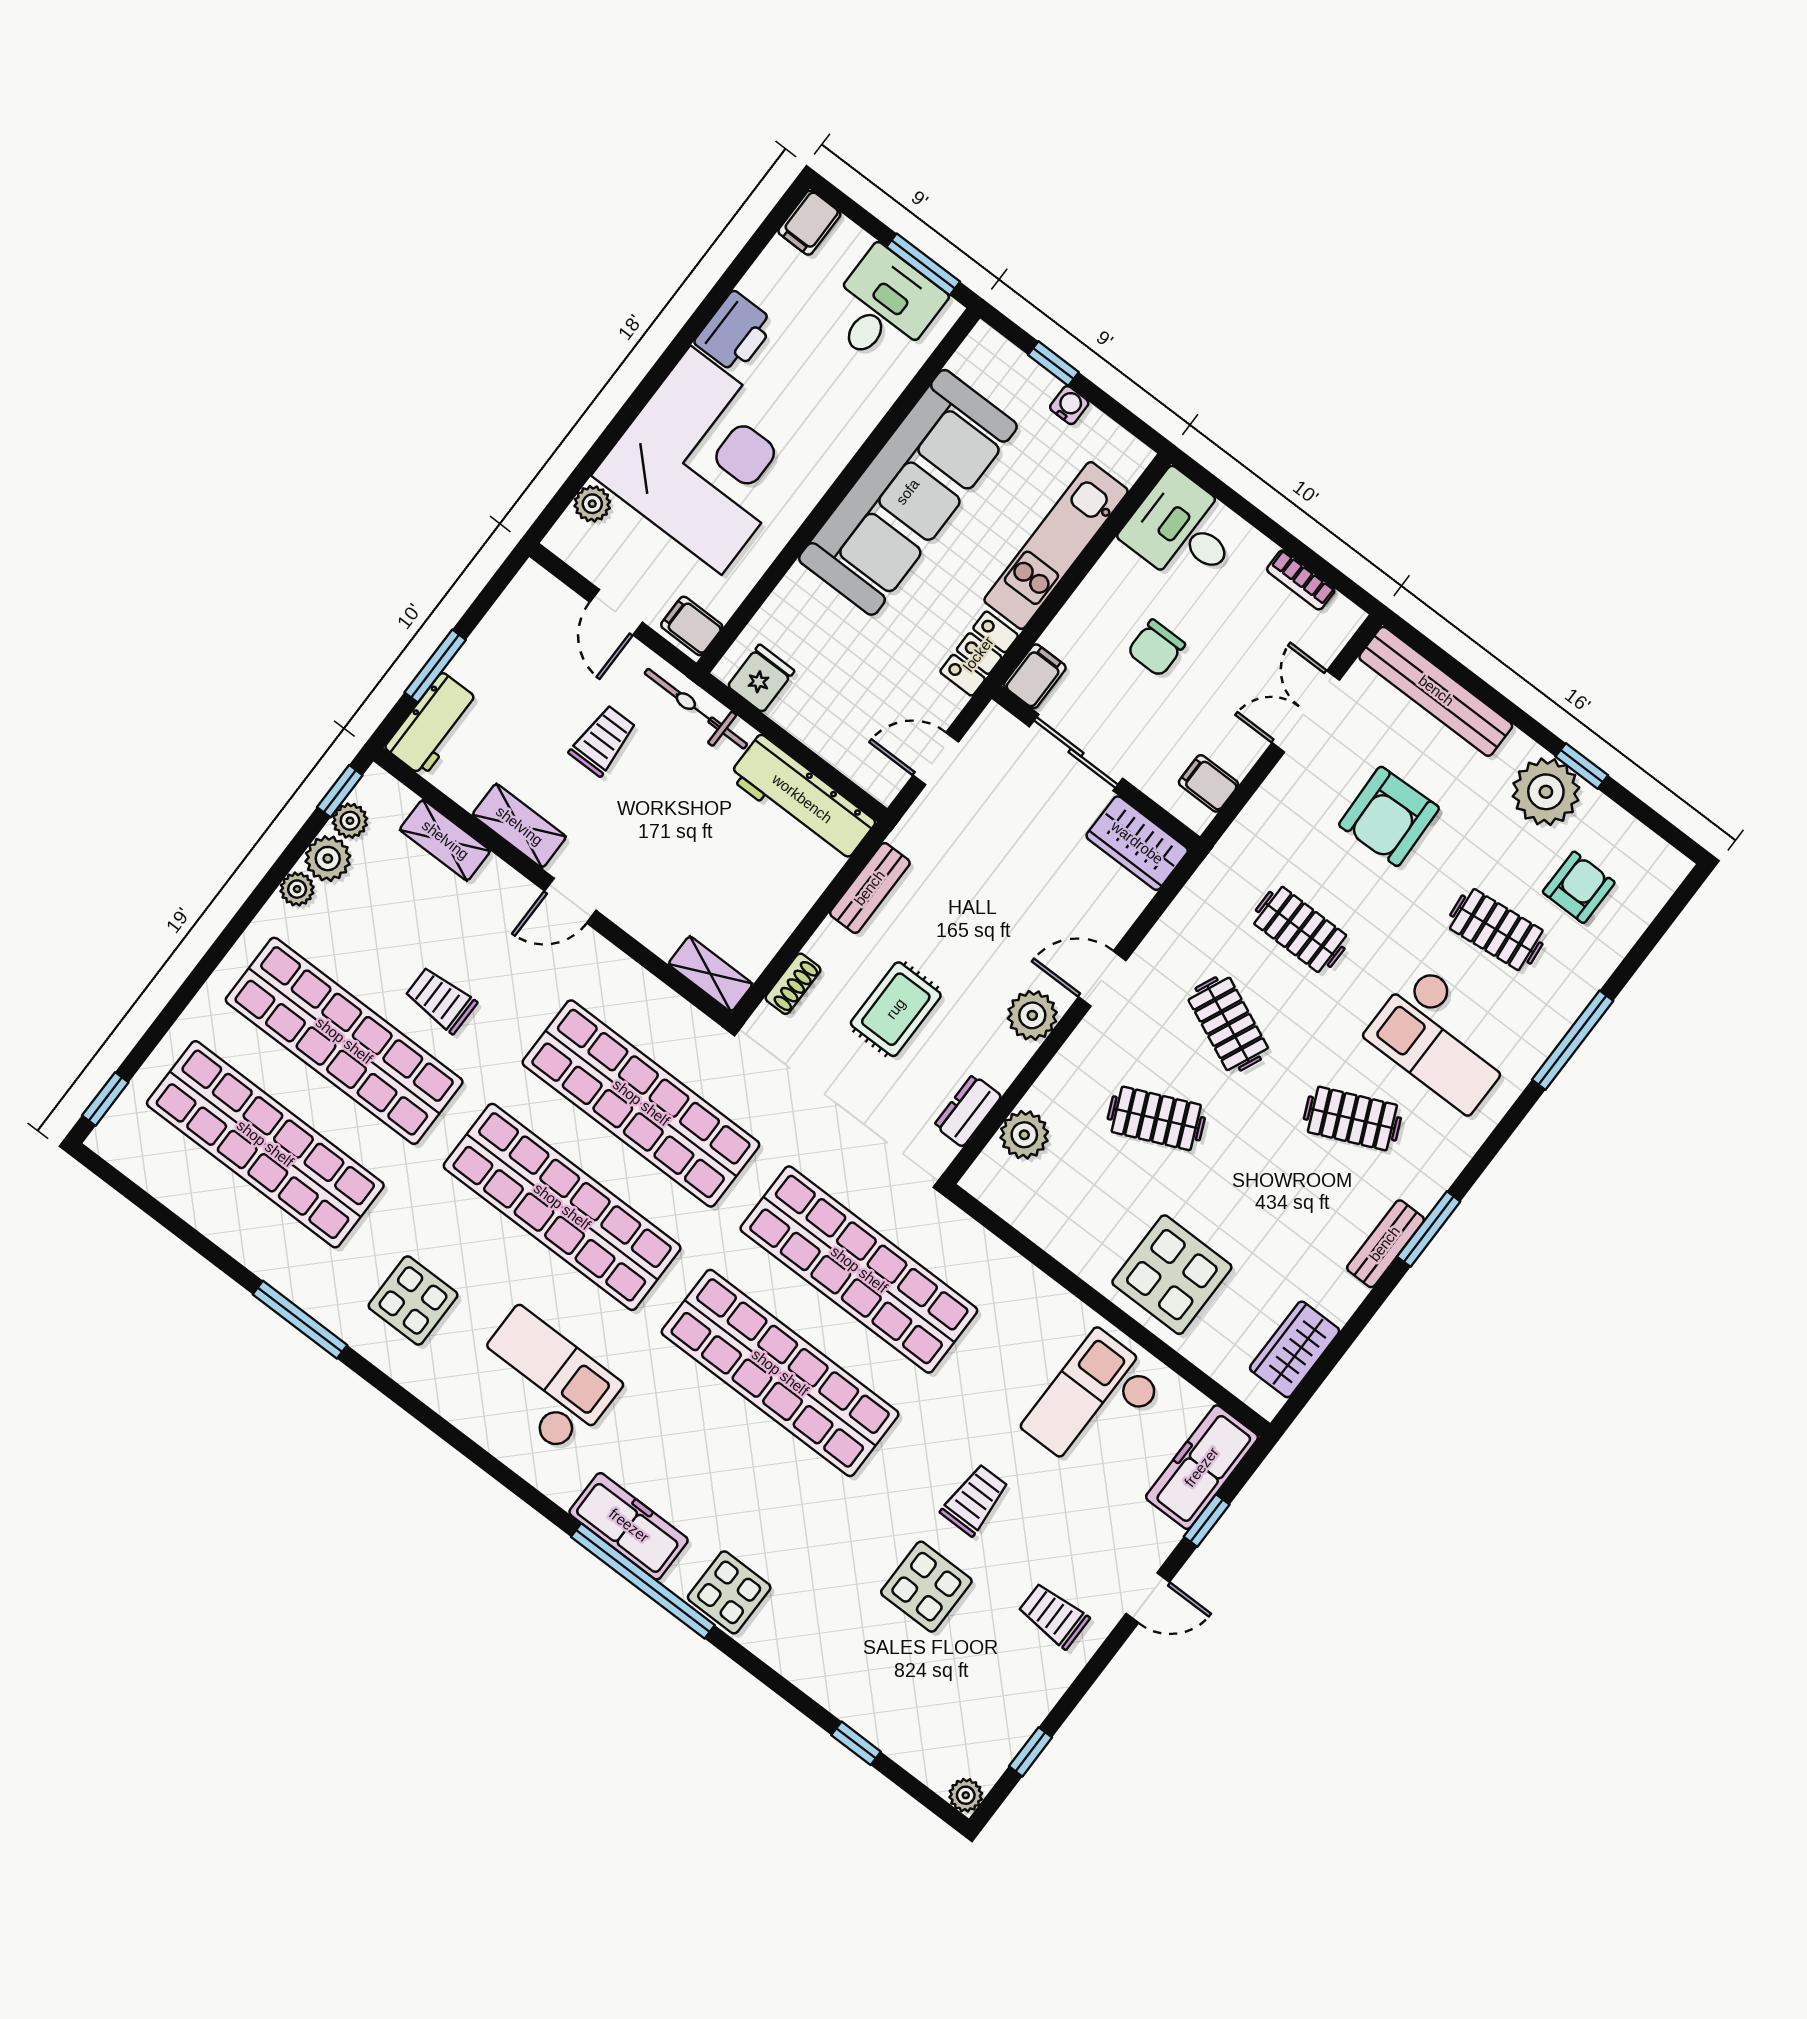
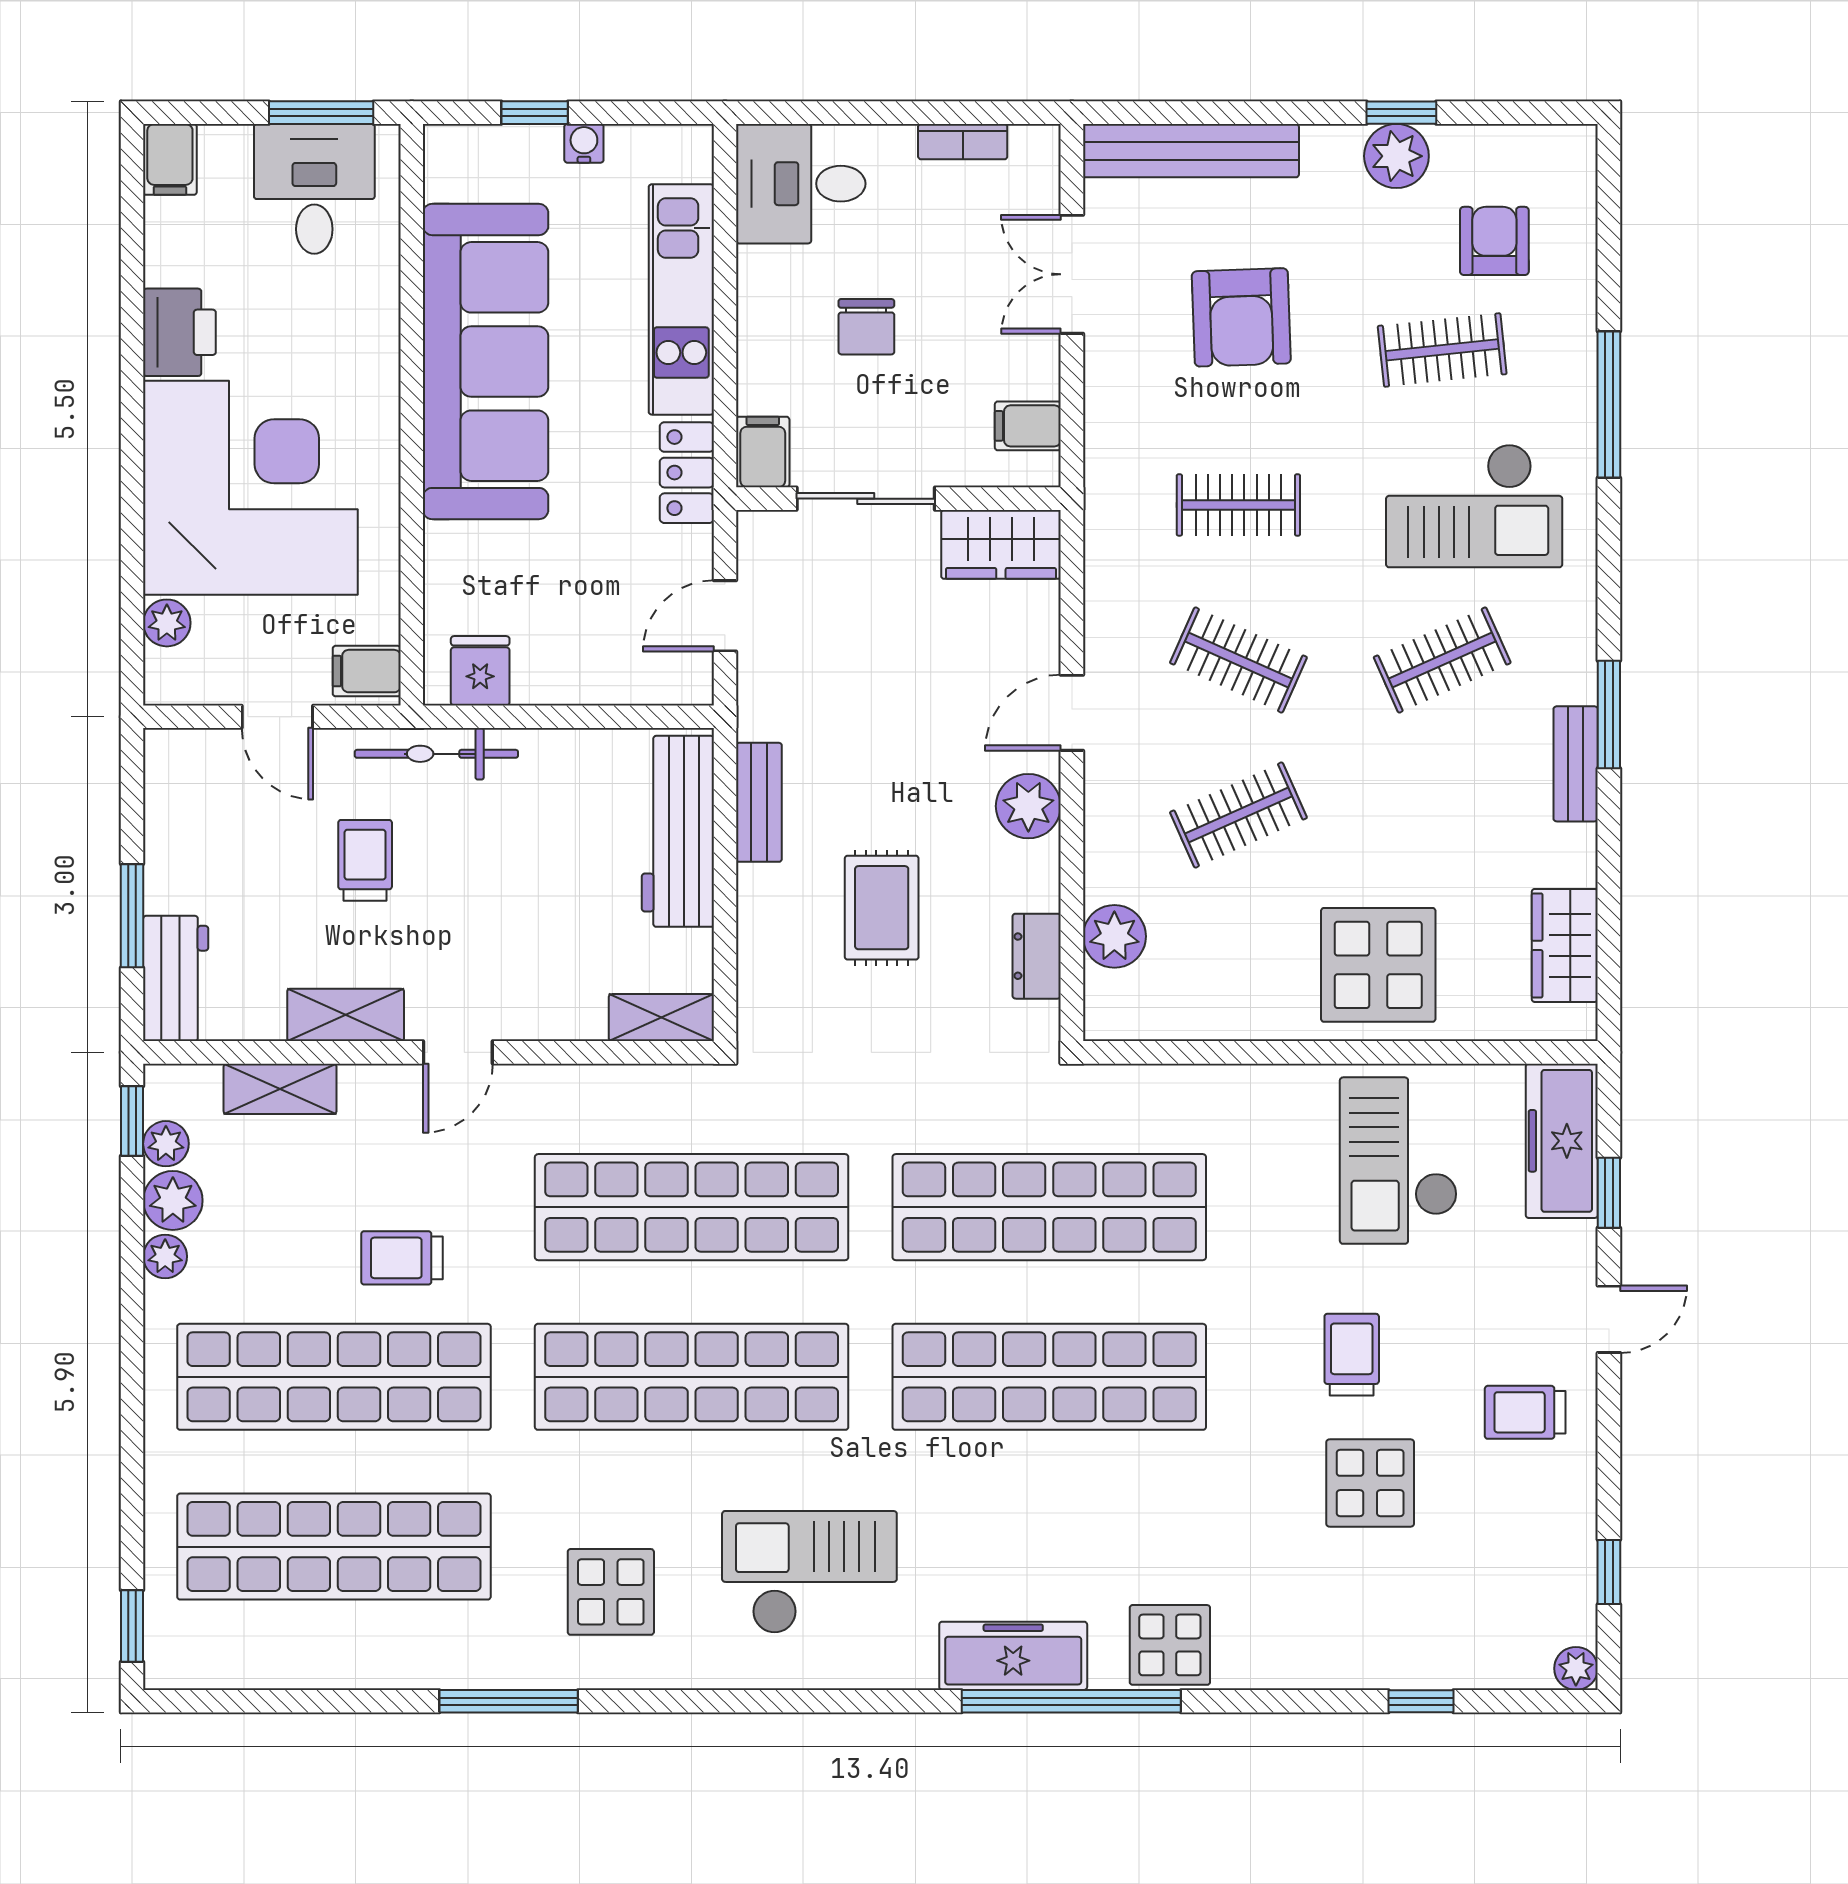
plant: (1546, 792) -> (1396, 156), width x0.73, depth x0.73
workbench: (802, 799) -> (678, 831), moved, turned 90
shoe rack: (793, 984) -> (755, 963), removed

